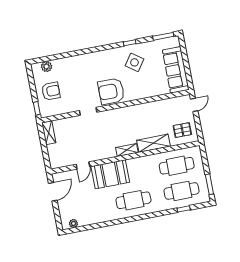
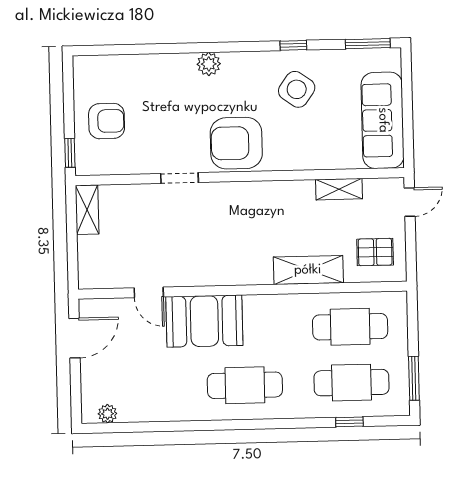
plant: (46, 66) -> (209, 64), moved
shelving: (127, 150) -> (339, 189), moved
door: (83, 165) -> (149, 292), hinge flipped

